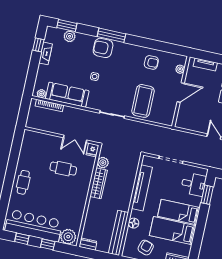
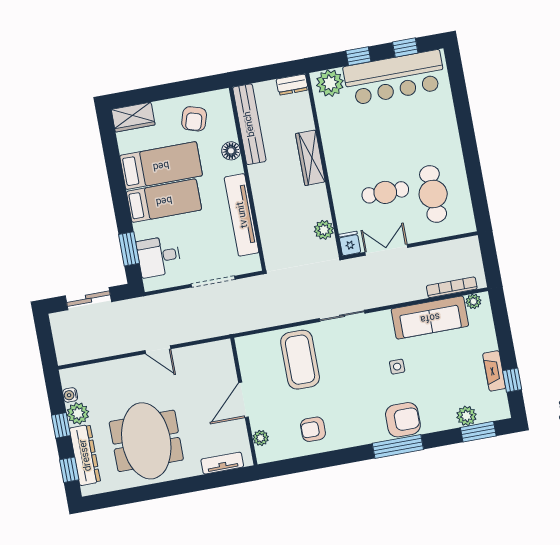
cafe table: (23, 182) -> (433, 194), moved, width x1.37, depth x1.35
wardrobe: (99, 183) -> (310, 158), moved

